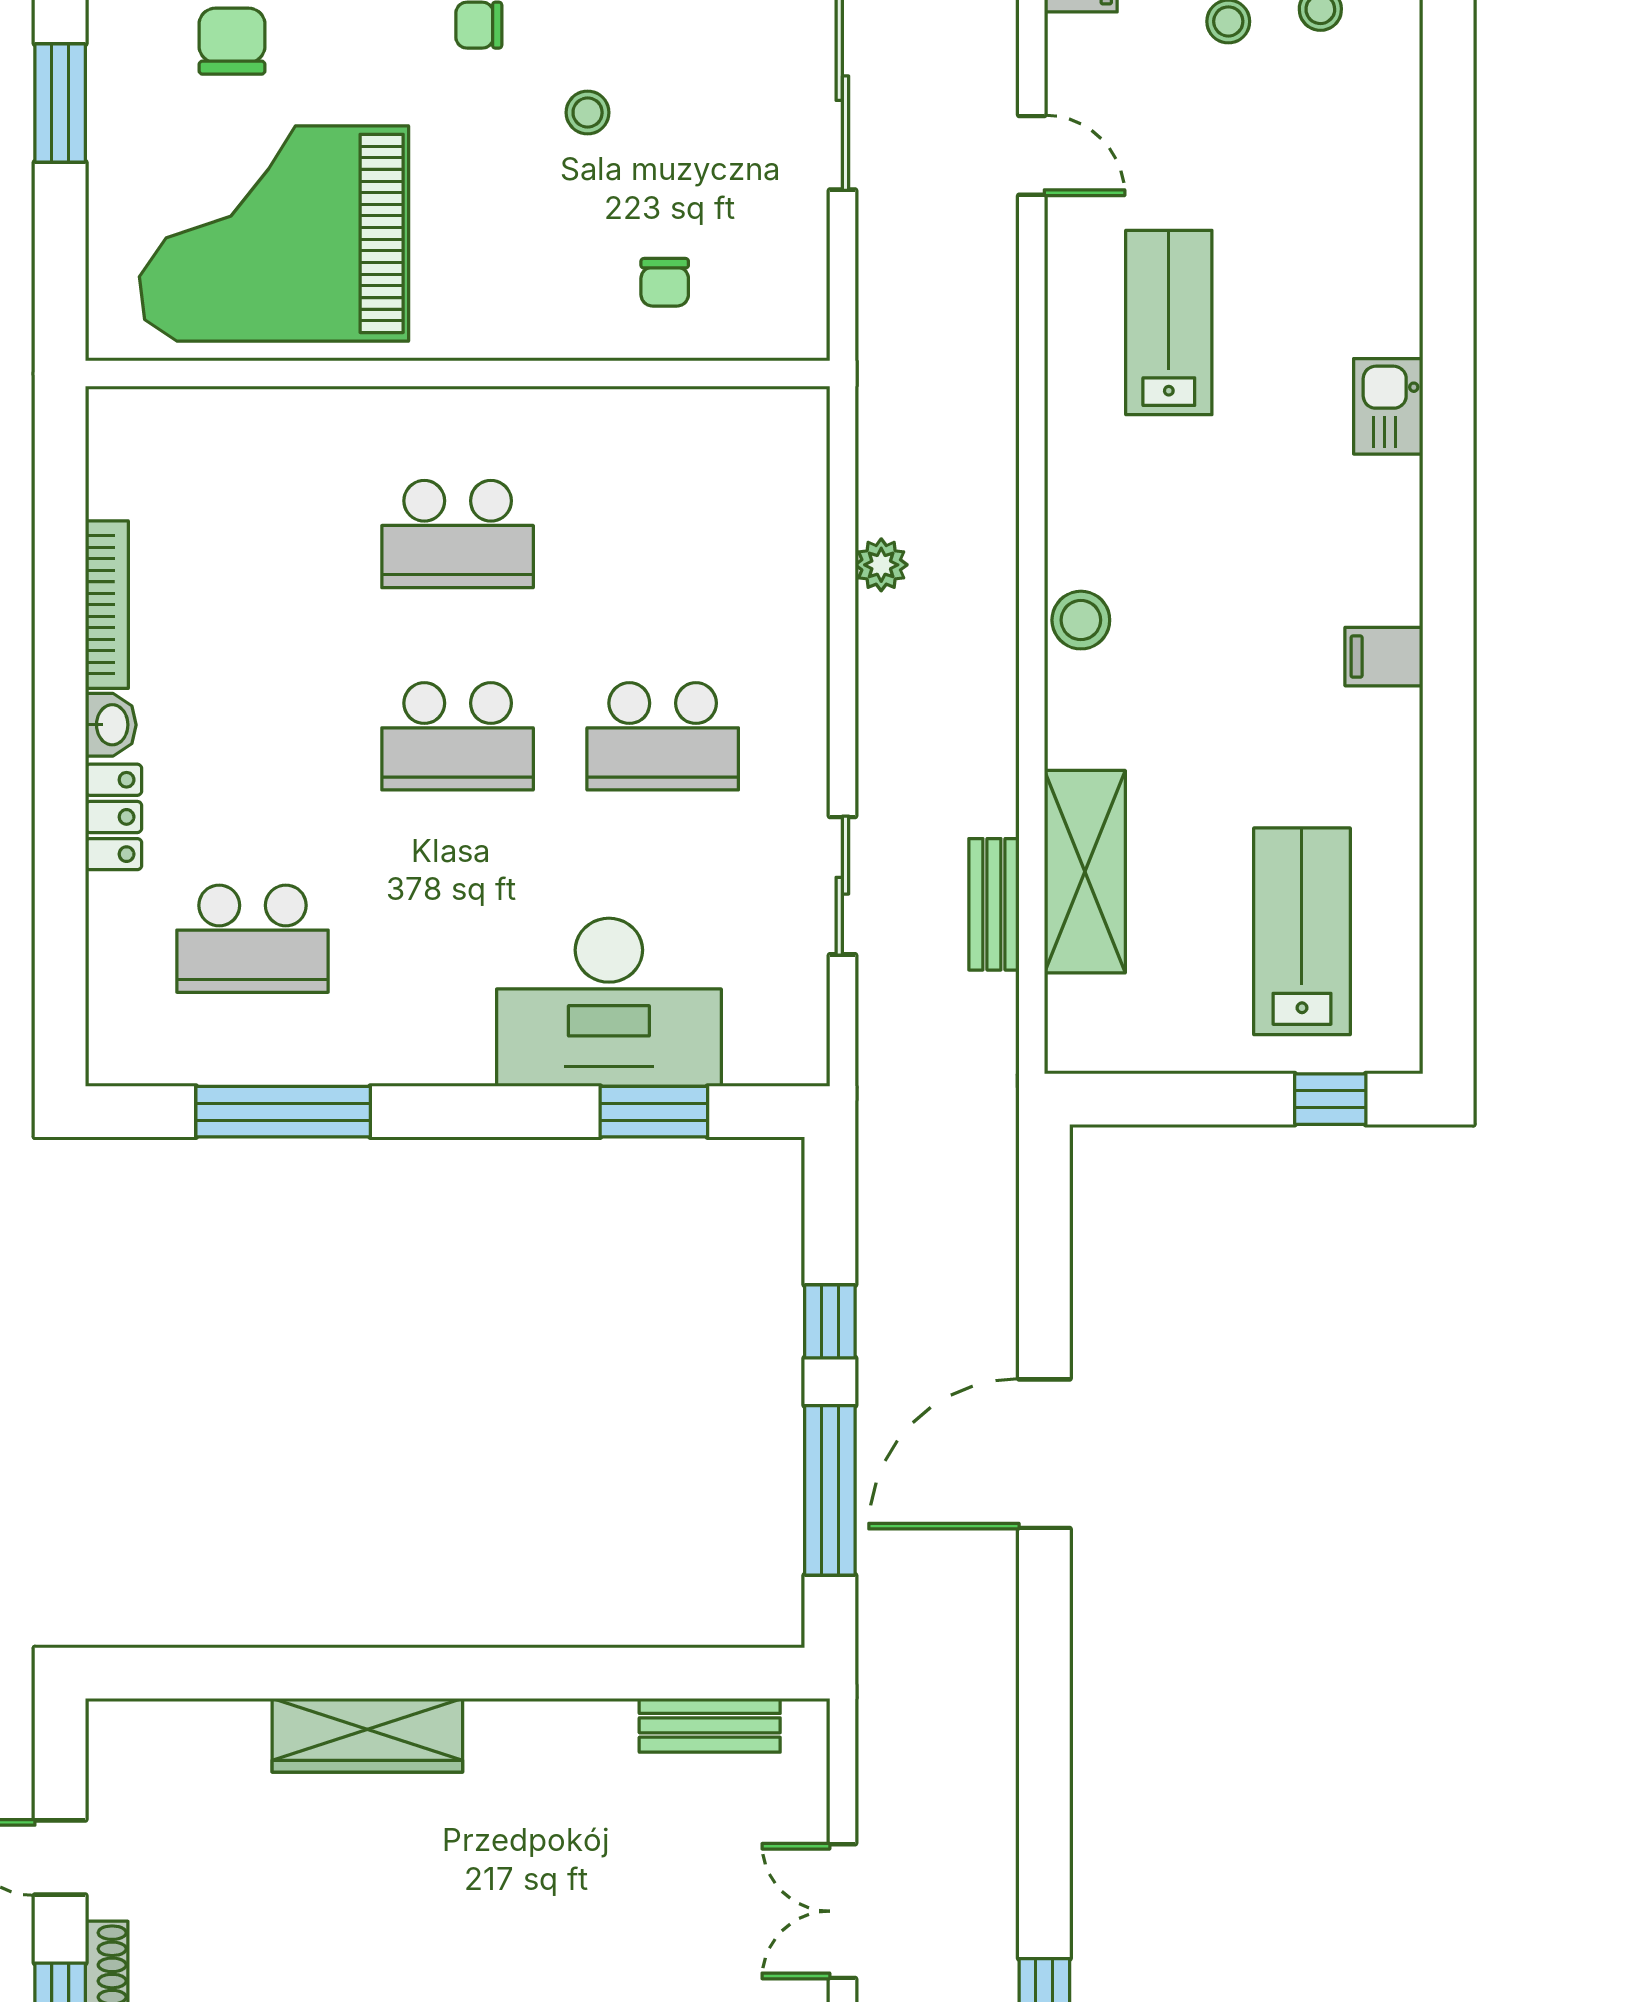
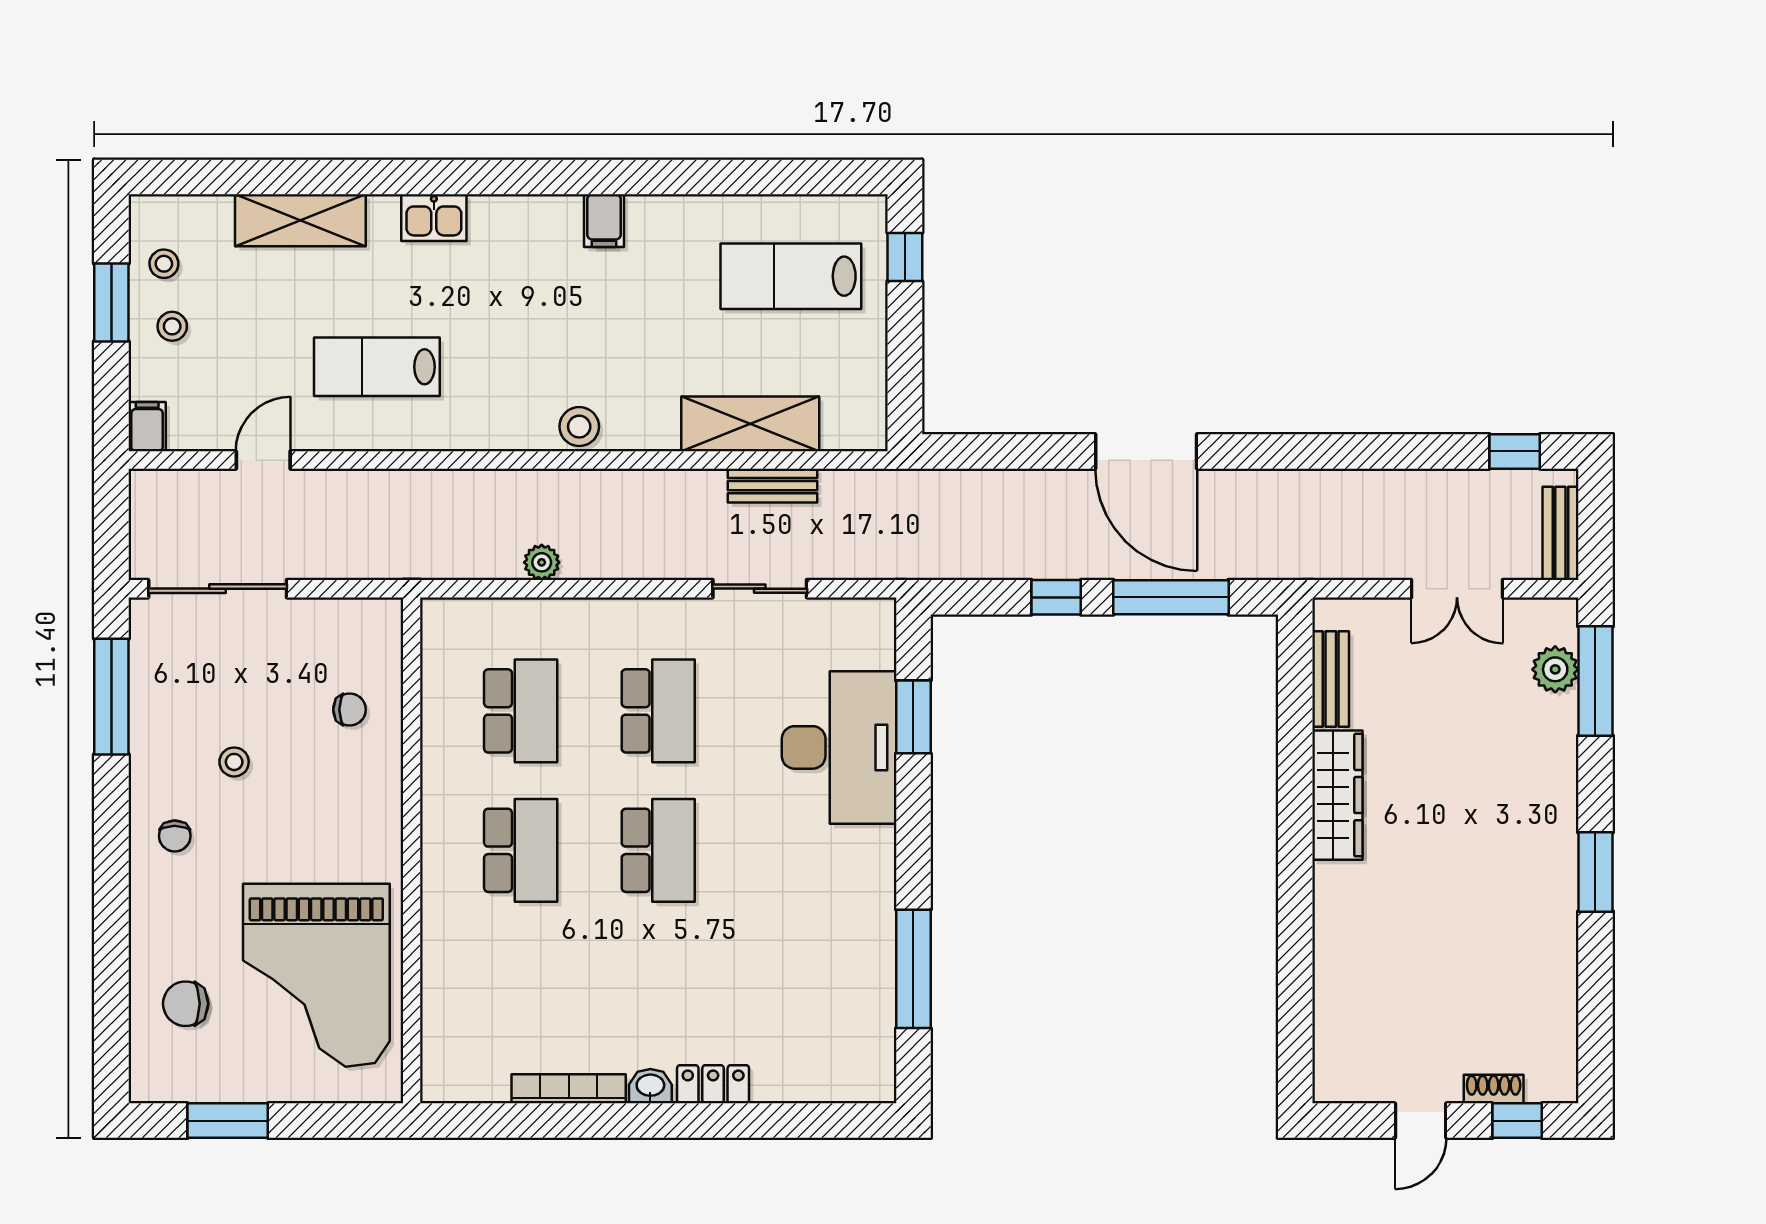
shelving: (1384, 210) -> (300, 220), added
school desk: (252, 939) -> (521, 711), moved
wardrobe: (367, 1735) -> (1337, 795), moved

